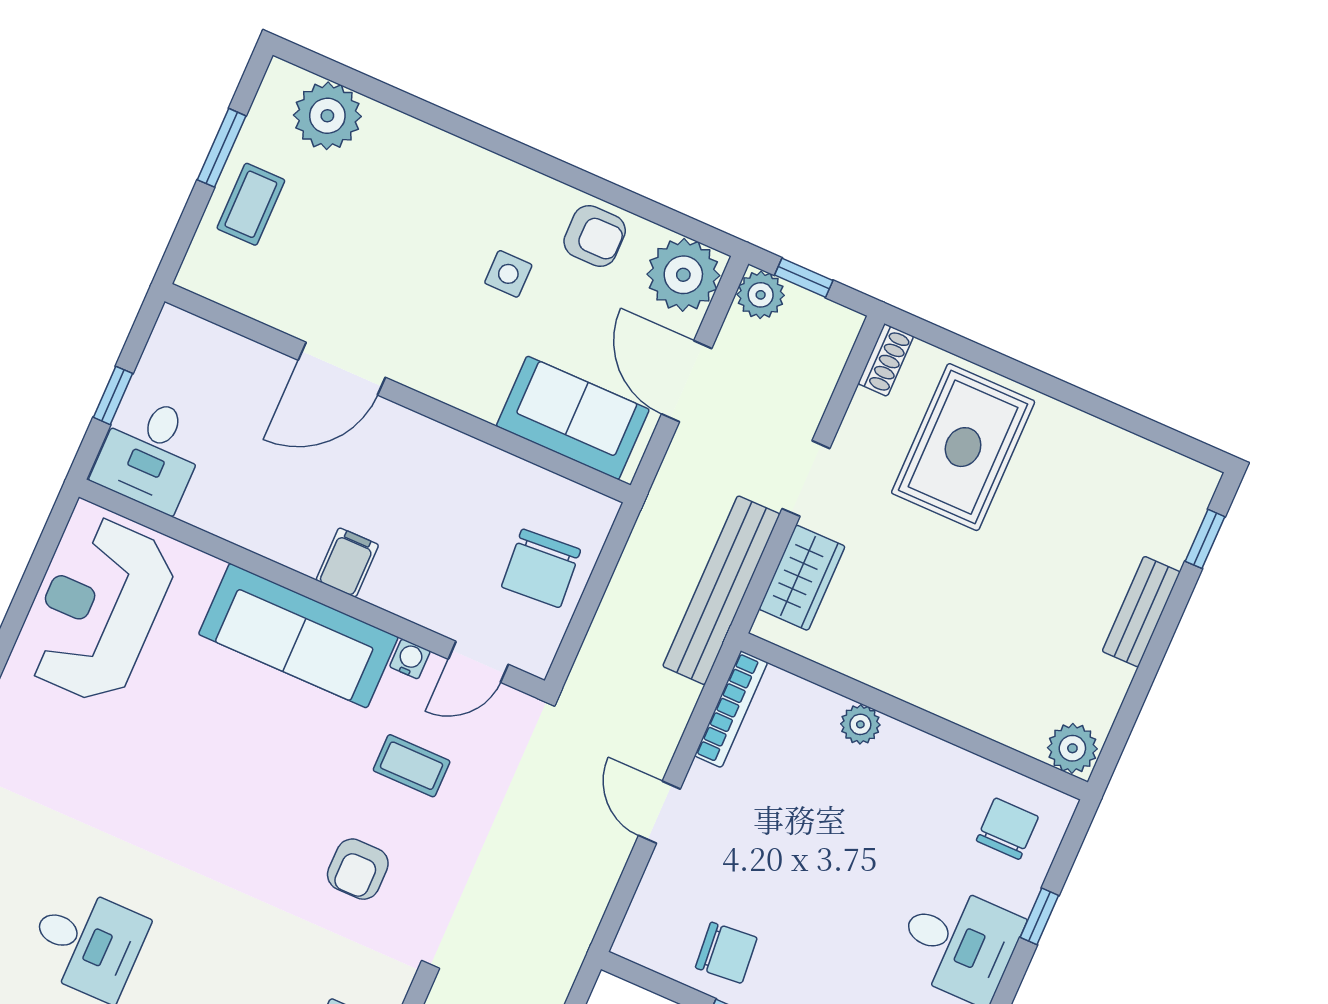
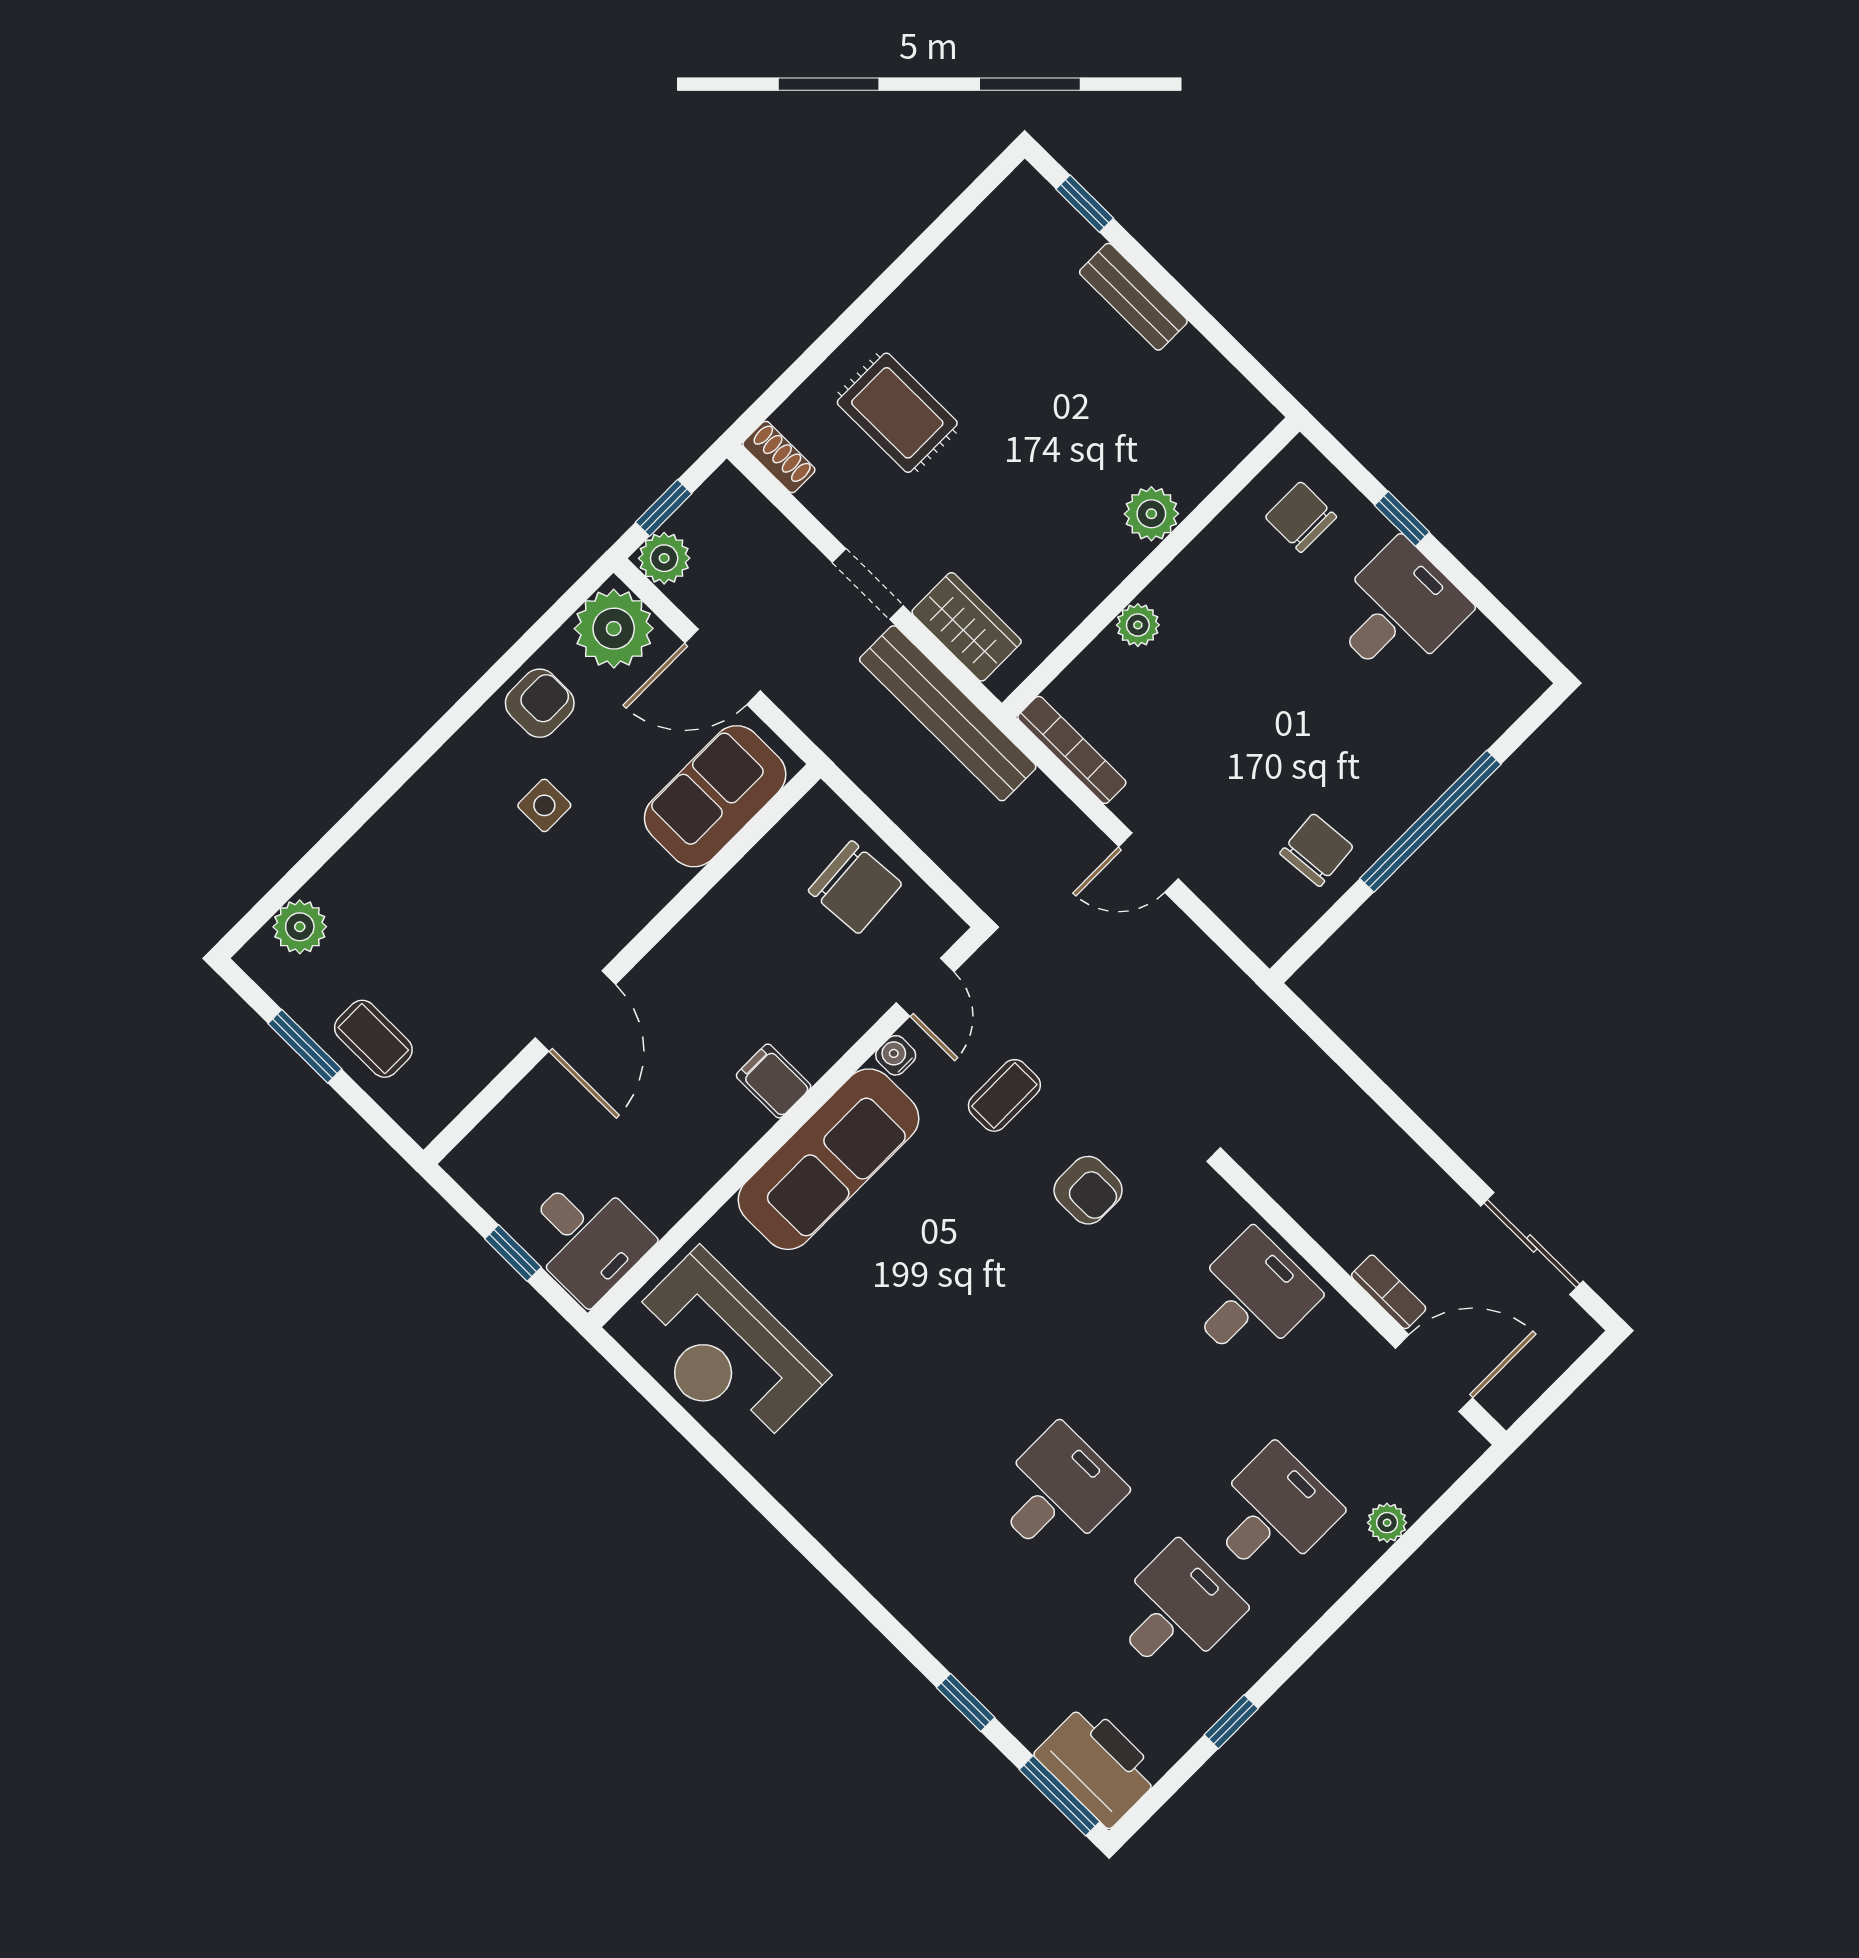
plant: (327, 116) -> (300, 927), width x0.73, depth x0.73
rug: (963, 447) -> (897, 413), width x0.73, depth x0.70
plant: (1072, 748) -> (1151, 514), moved

